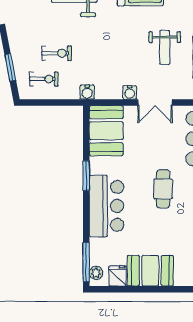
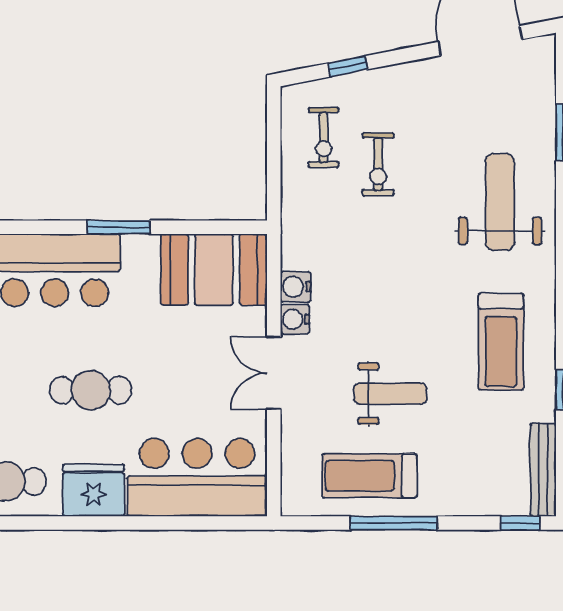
weight bench: (165, 47) -> (390, 394), turned 180
window: (10, 67) -> (348, 66), width x0.67
water cooler: (87, 92) -> (296, 287), moved

